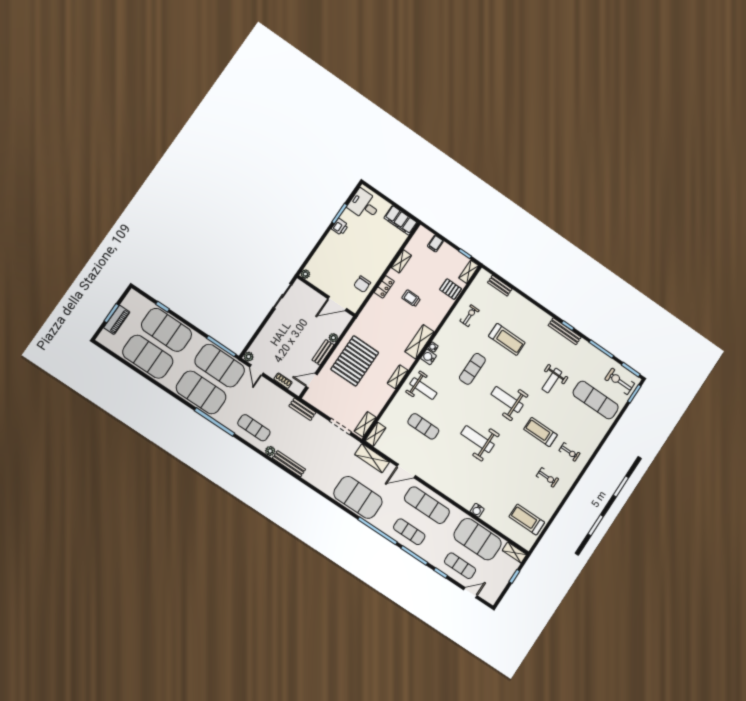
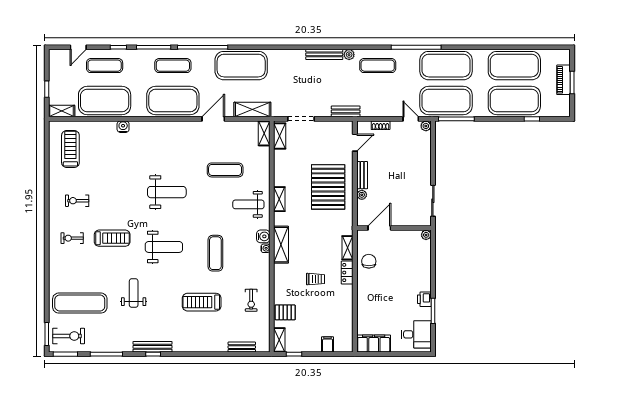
shelving: (401, 261) -> (347, 248), moved
exercise mat: (427, 505) -> (173, 101), width x1.47
treadmill: (527, 520) -> (70, 149), turned -90

